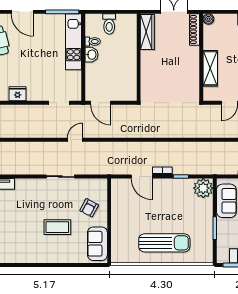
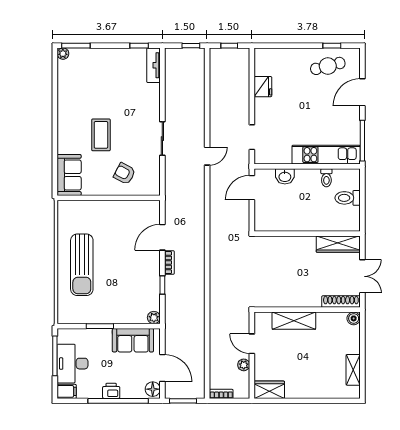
washbasin: (92, 55) -> (285, 176), moved
door: (75, 140) -> (207, 156), hinge flipped
plant: (203, 188) -> (154, 318), width x0.53, depth x0.53
sofa: (97, 244) -> (69, 175), moved, turned 90

